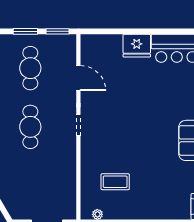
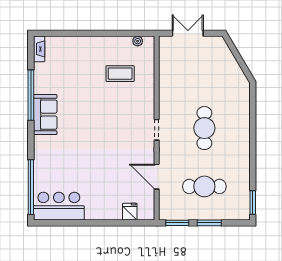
fridge: (137, 46) -> (130, 212), moved, width x0.53, depth x0.75
cafe table: (30, 68) -> (204, 186), turned 90

